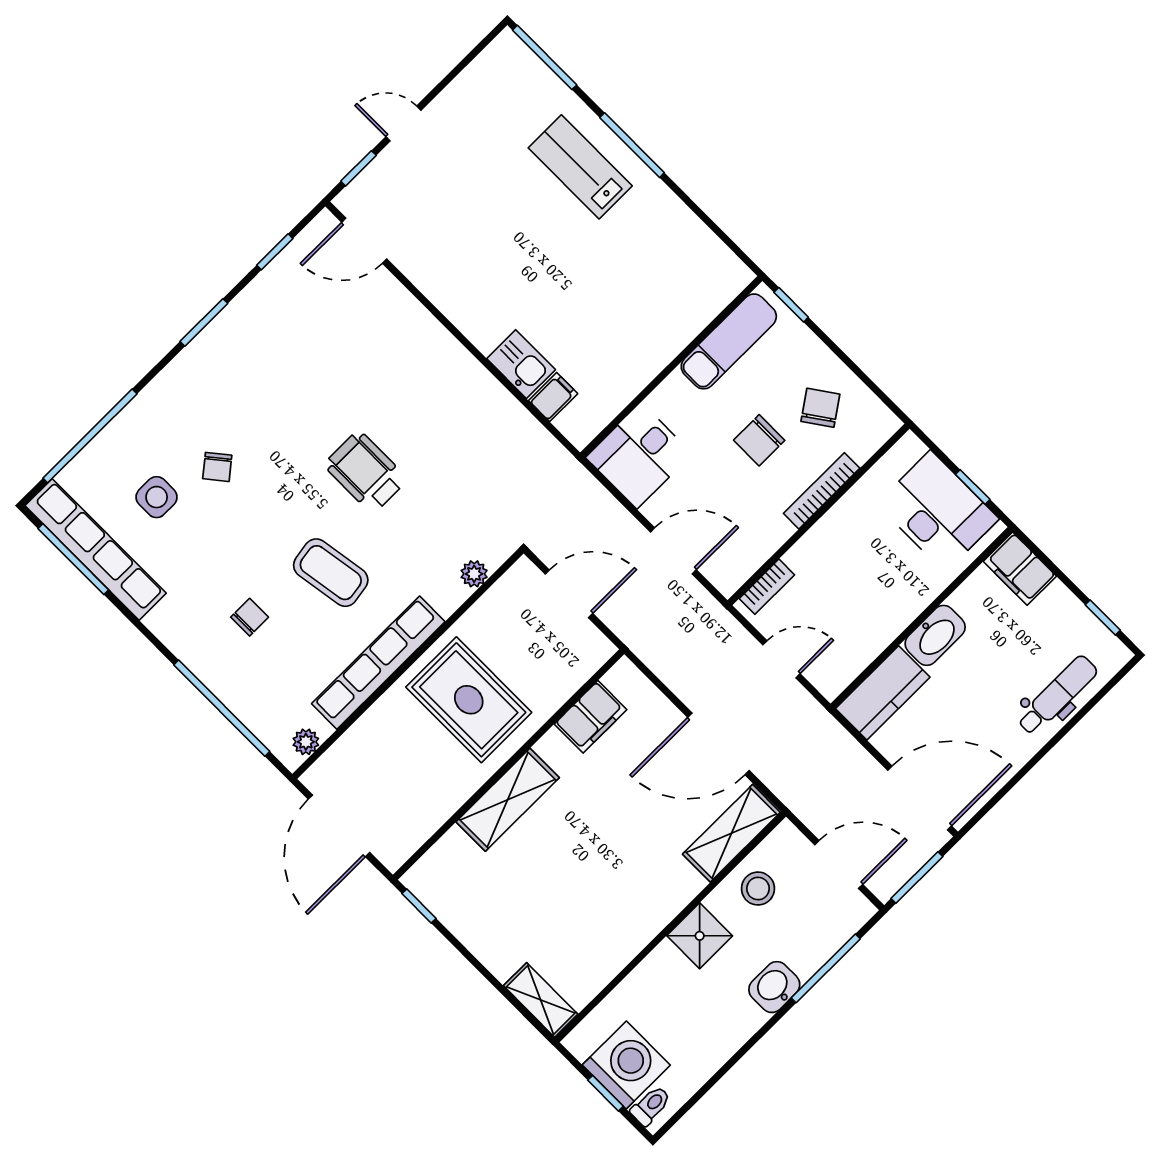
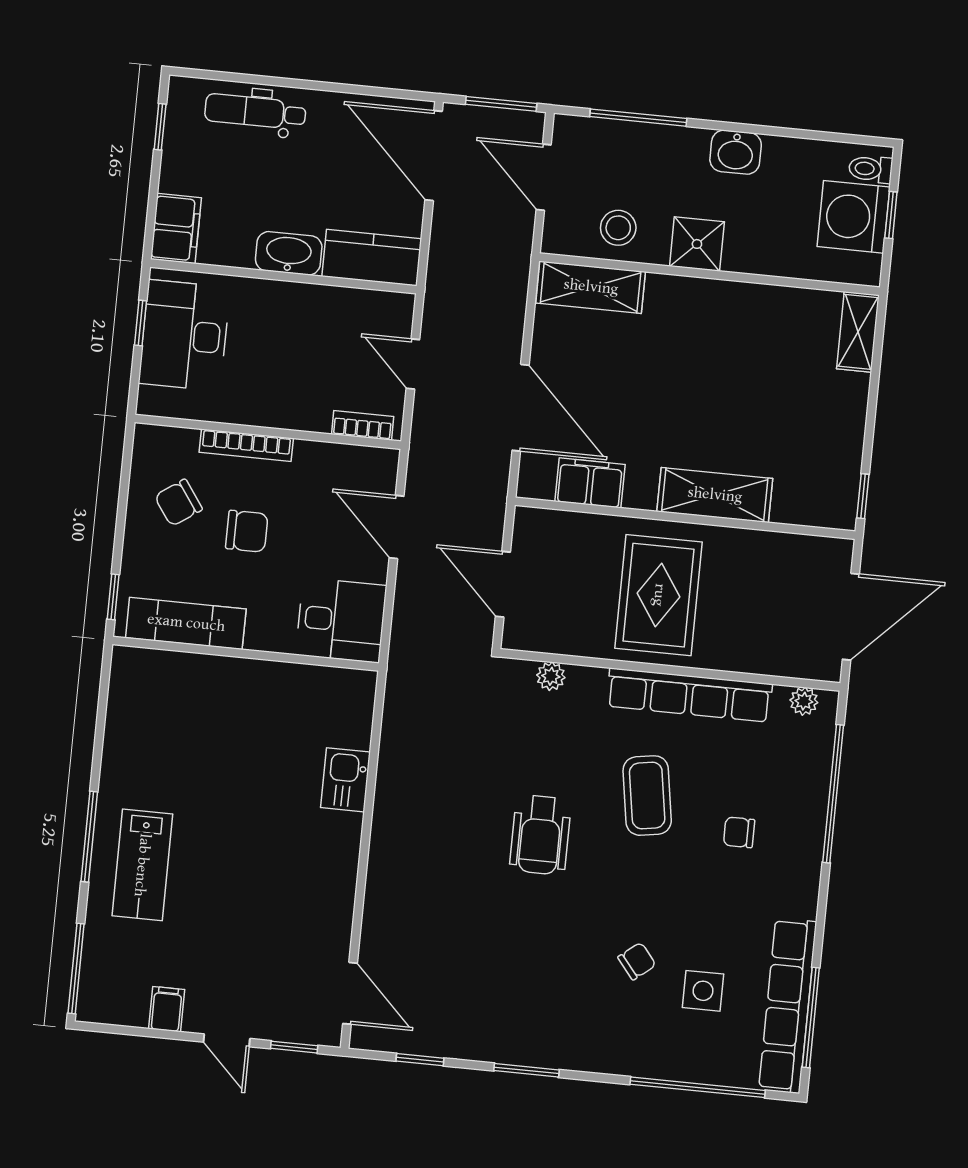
filing cabinet: (553, 397) -> (167, 1009), moved, turned 90
door: (719, 744) -> (521, 408), moved
washbasin: (774, 987) -> (736, 152), moved

